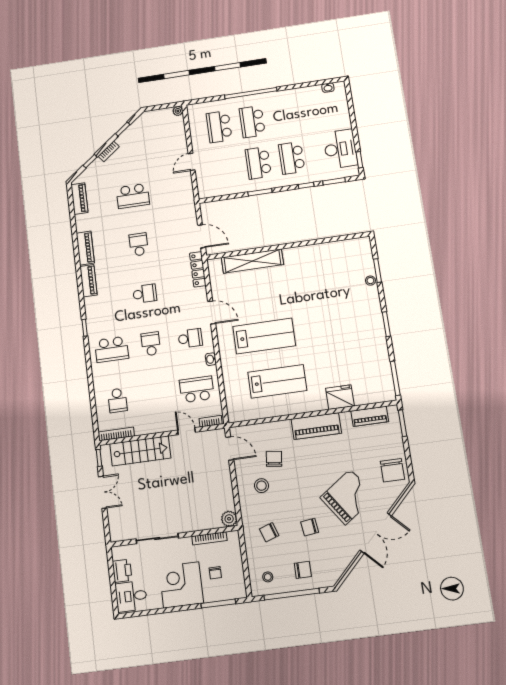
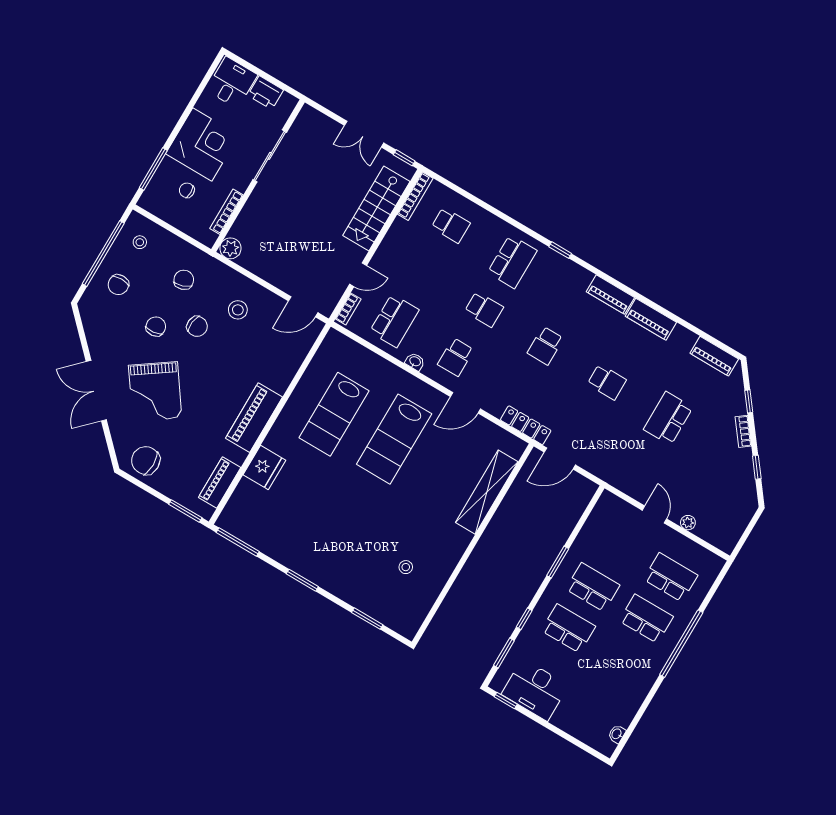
plant: (178, 111) -> (688, 523), moved
stool: (370, 281) -> (406, 567), moved
school desk: (112, 349) -> (512, 262), turned 180
school desk: (117, 400) -> (451, 225), turned 180
chair: (274, 459) -> (197, 326), moved

